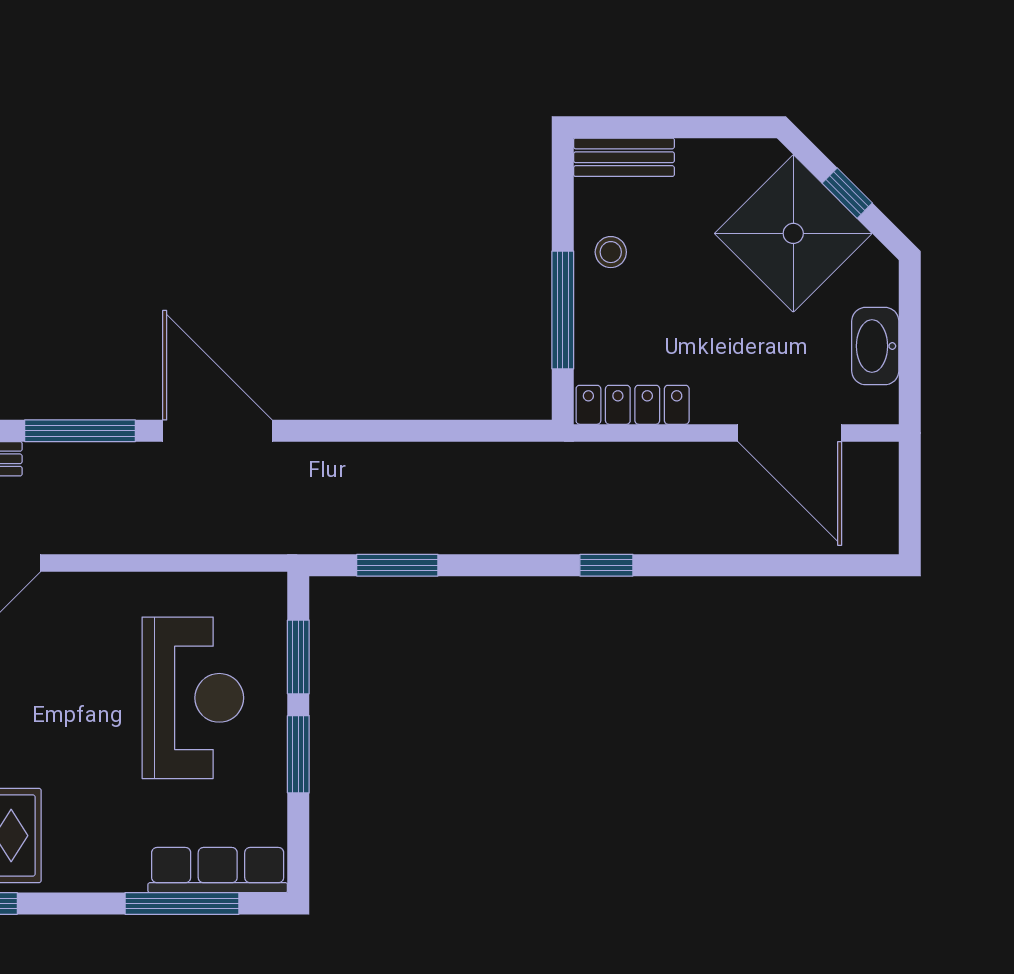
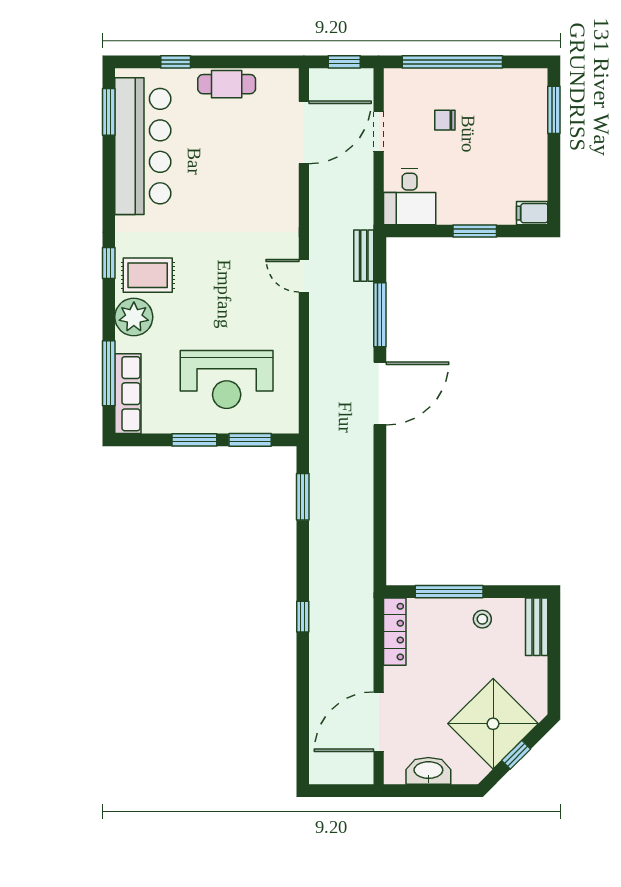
plant: (84, 860) -> (134, 317), added

